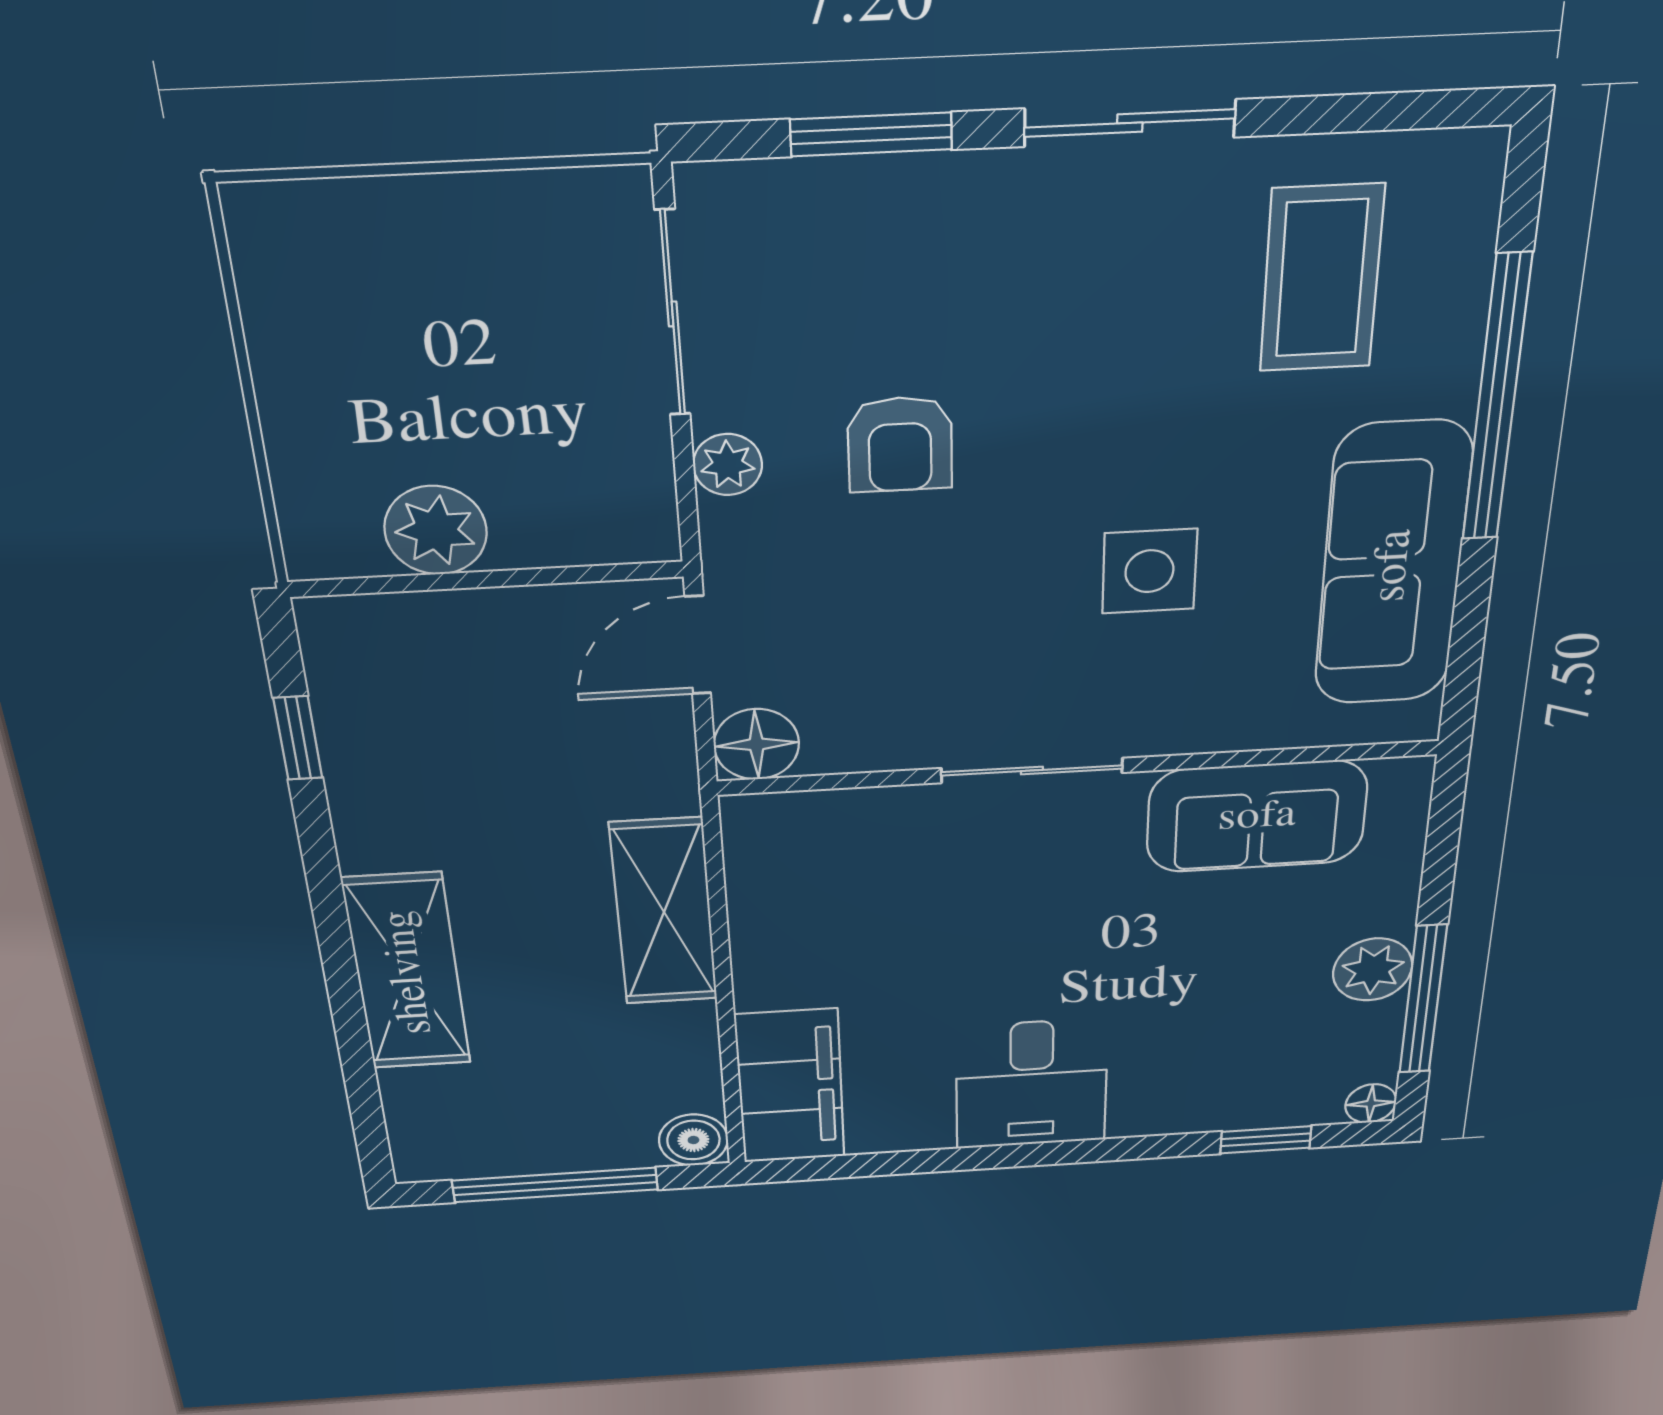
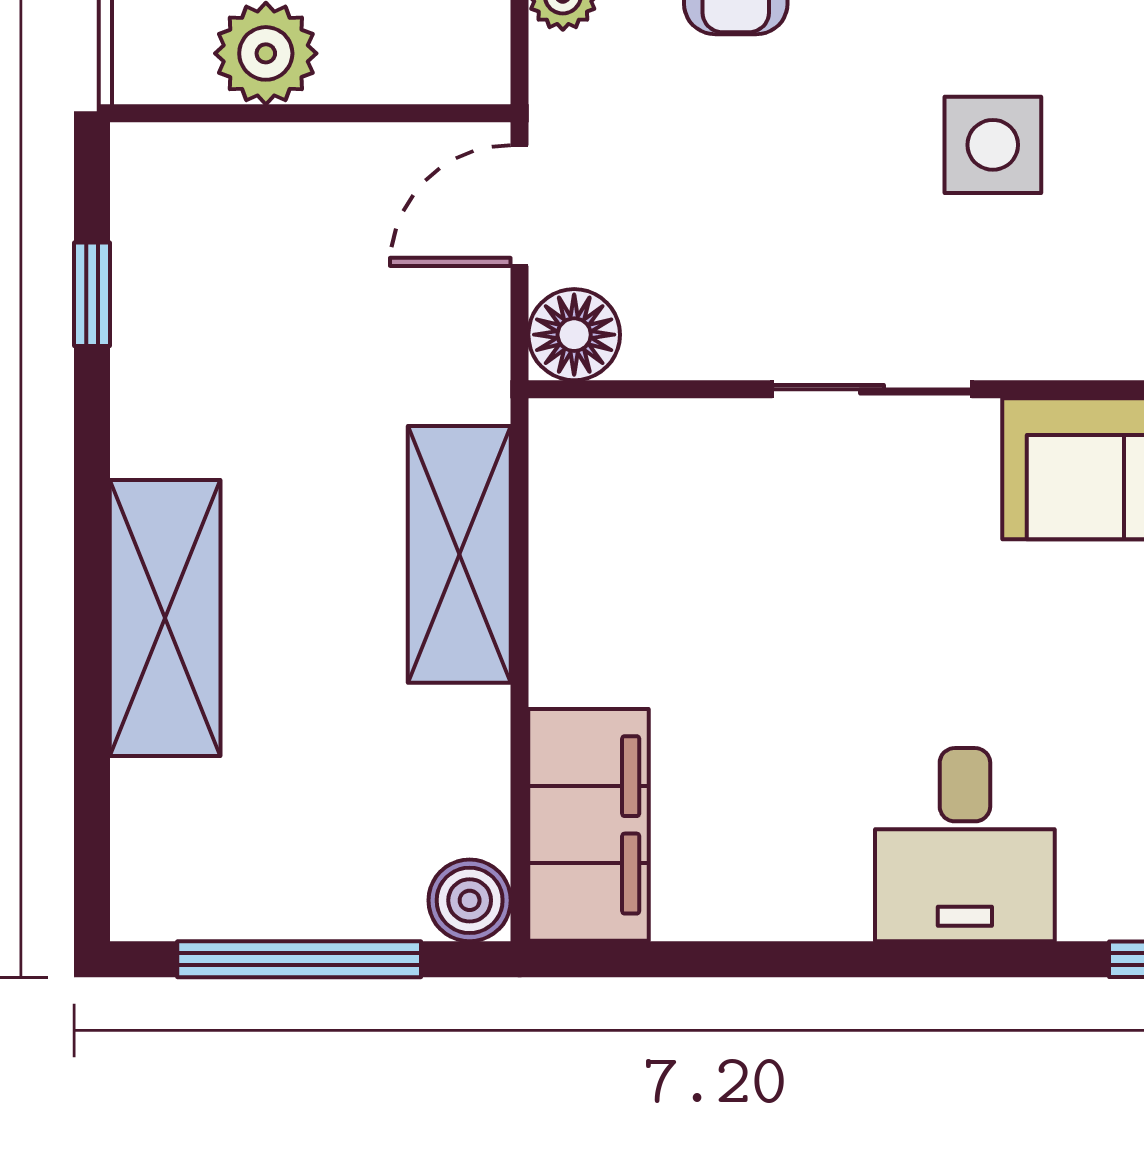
desk: (1031, 1084) -> (965, 845), moved

